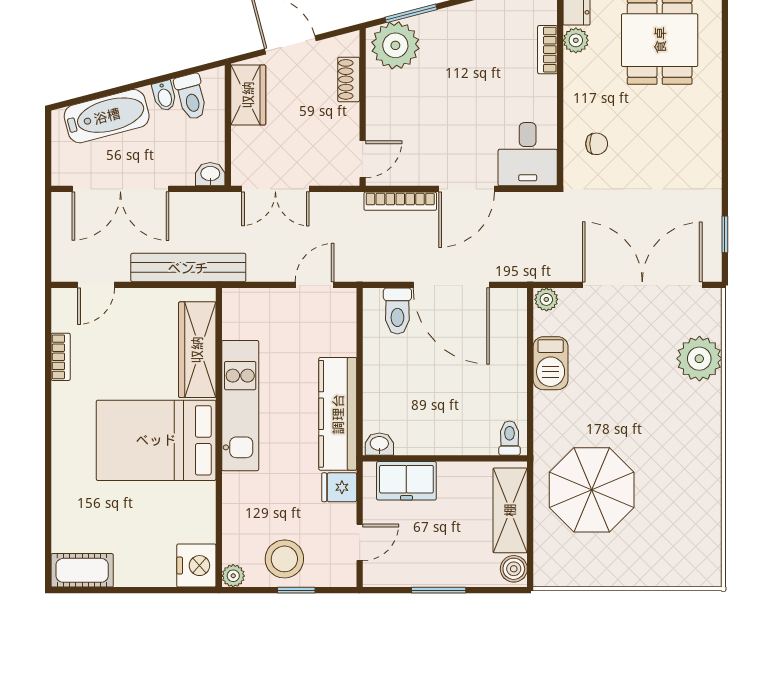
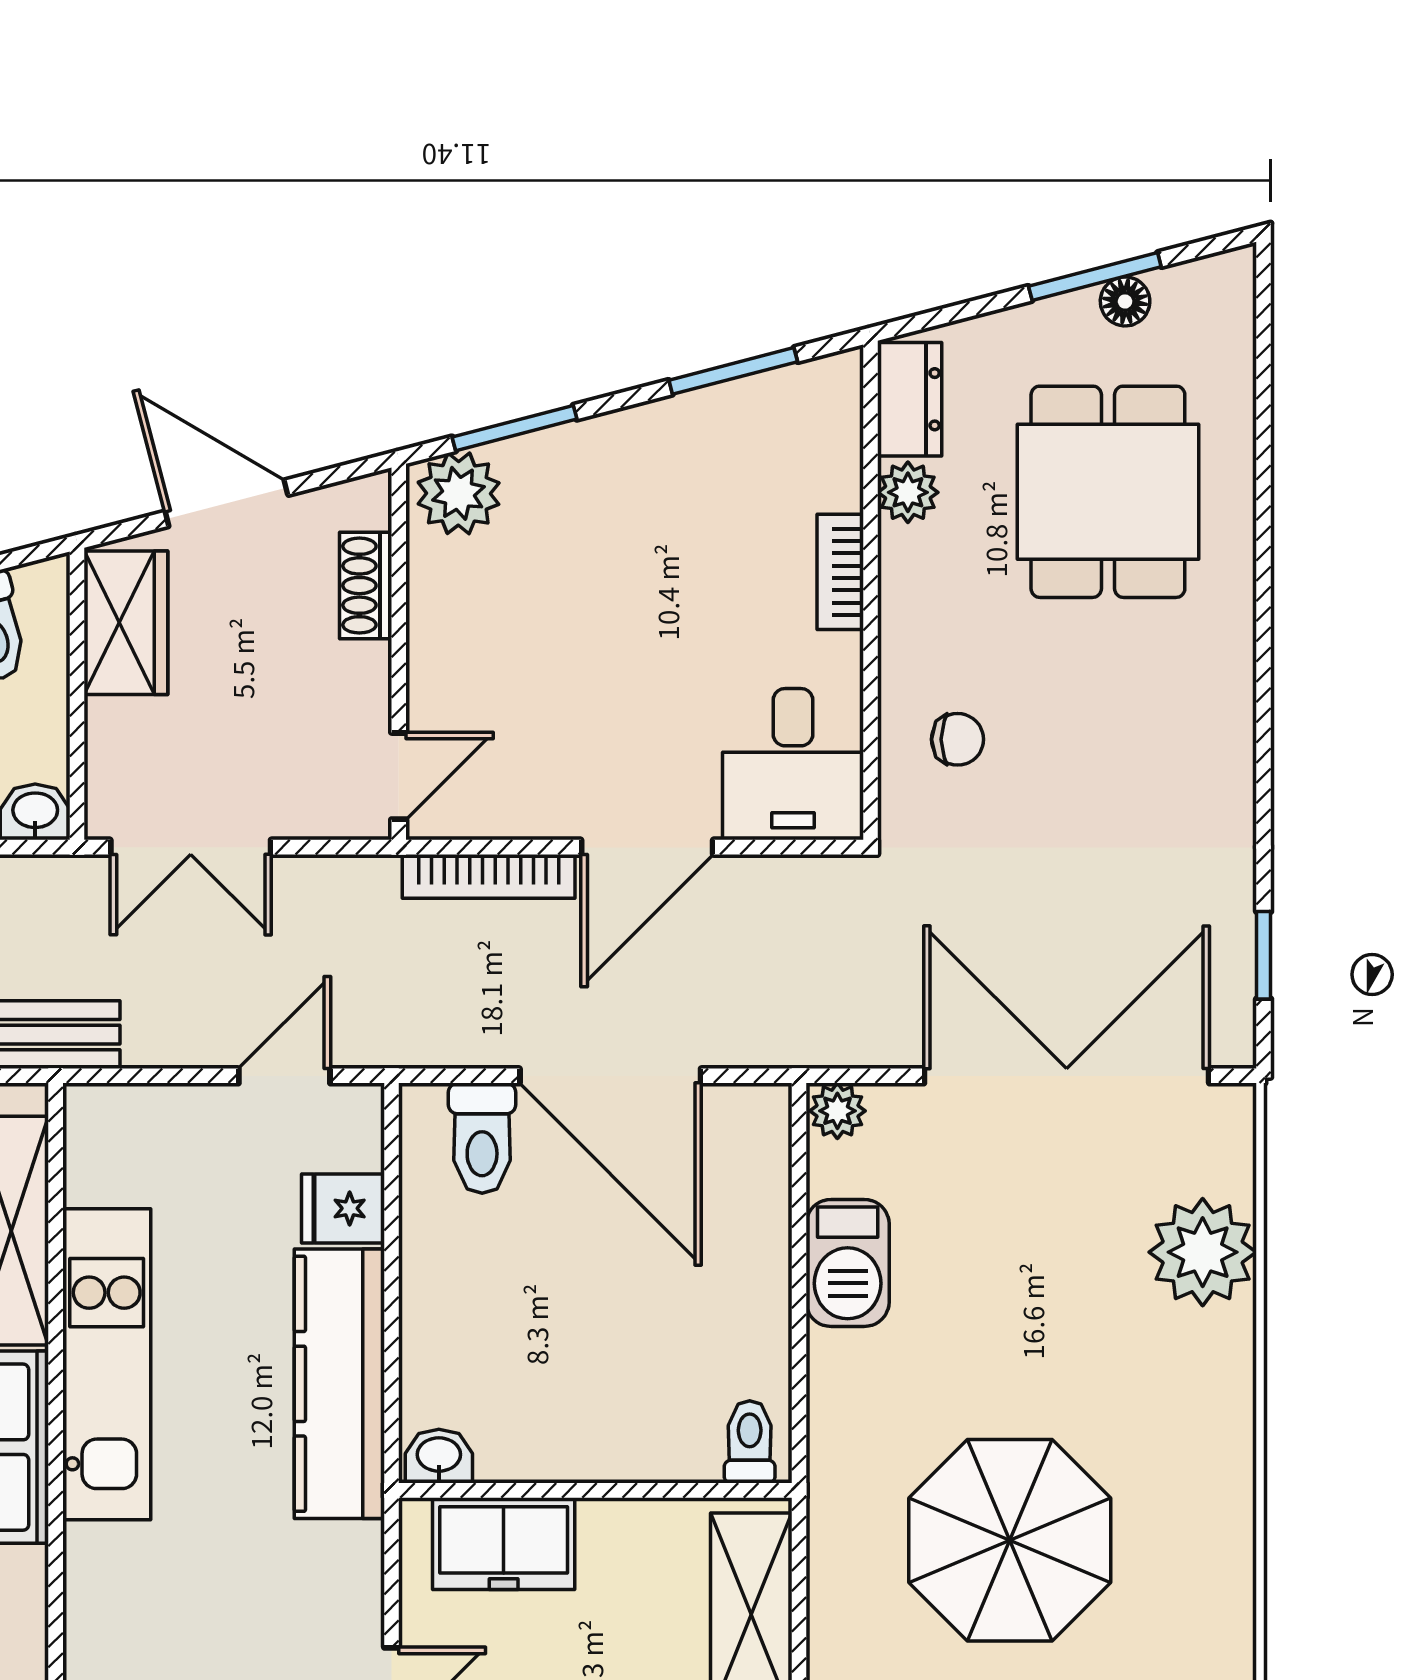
plant: (395, 45) -> (459, 493), width x0.73, depth x0.73
bookcase: (547, 50) -> (840, 572), moved
fridge: (339, 487) -> (343, 1208), moved
parasol: (592, 490) -> (1010, 1540), moved

